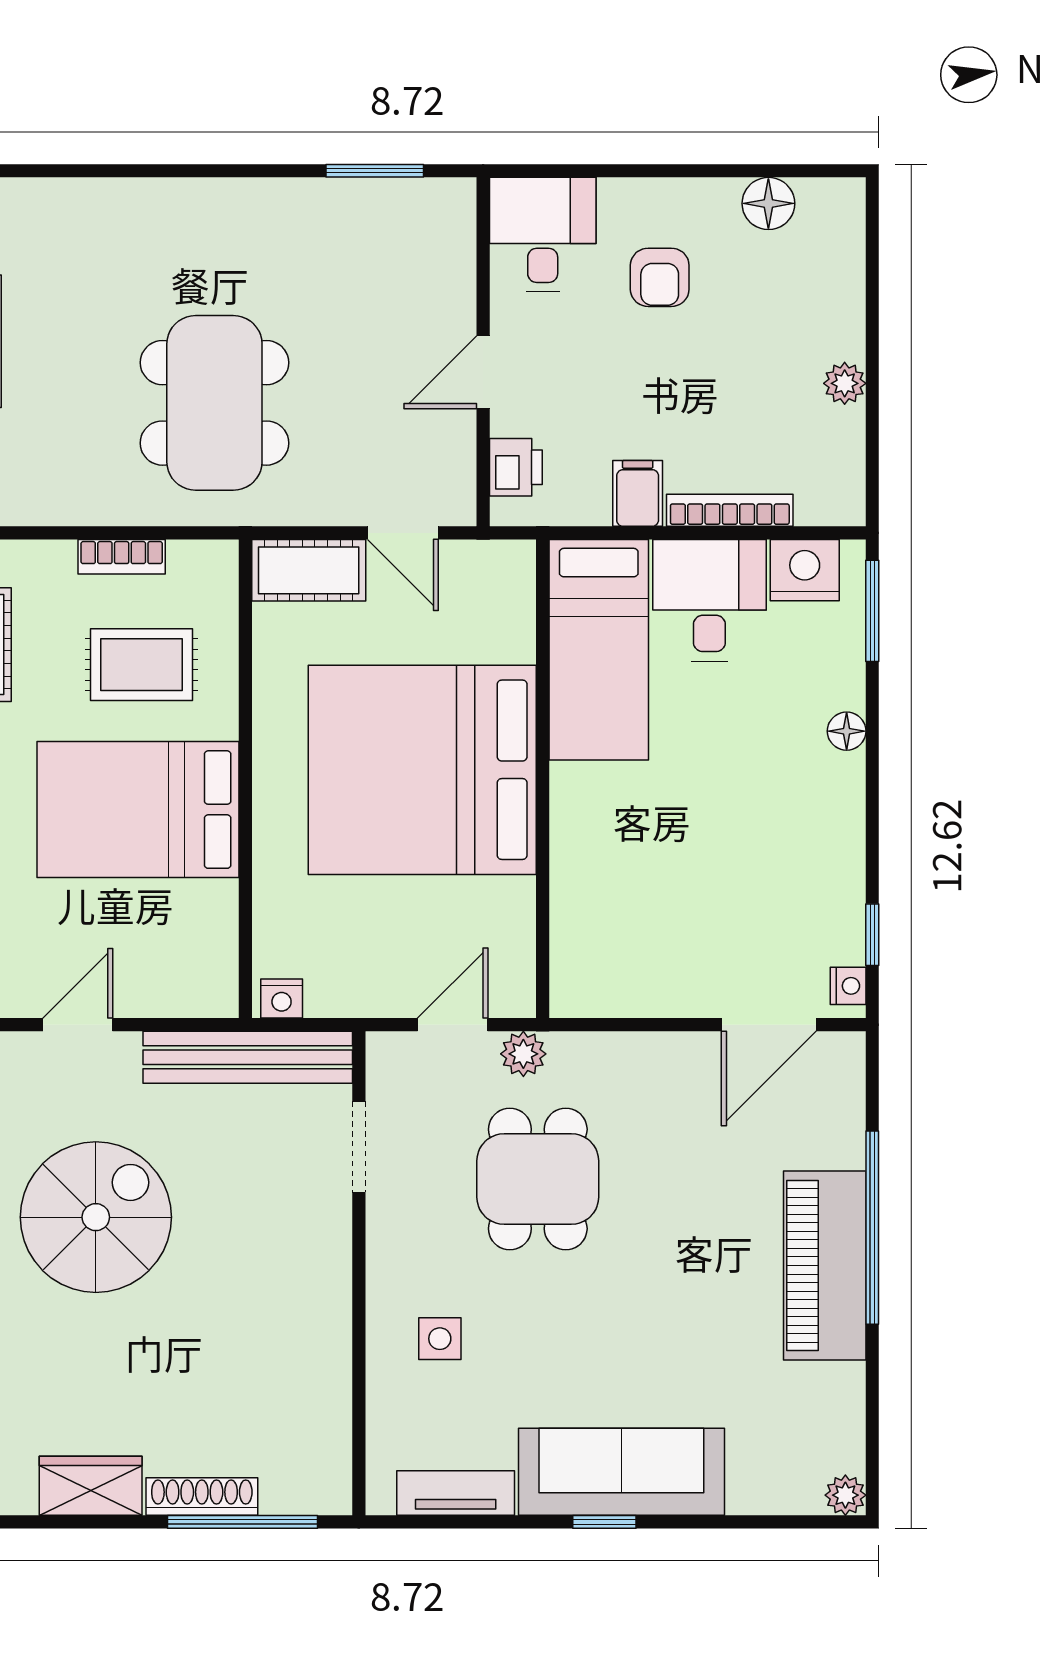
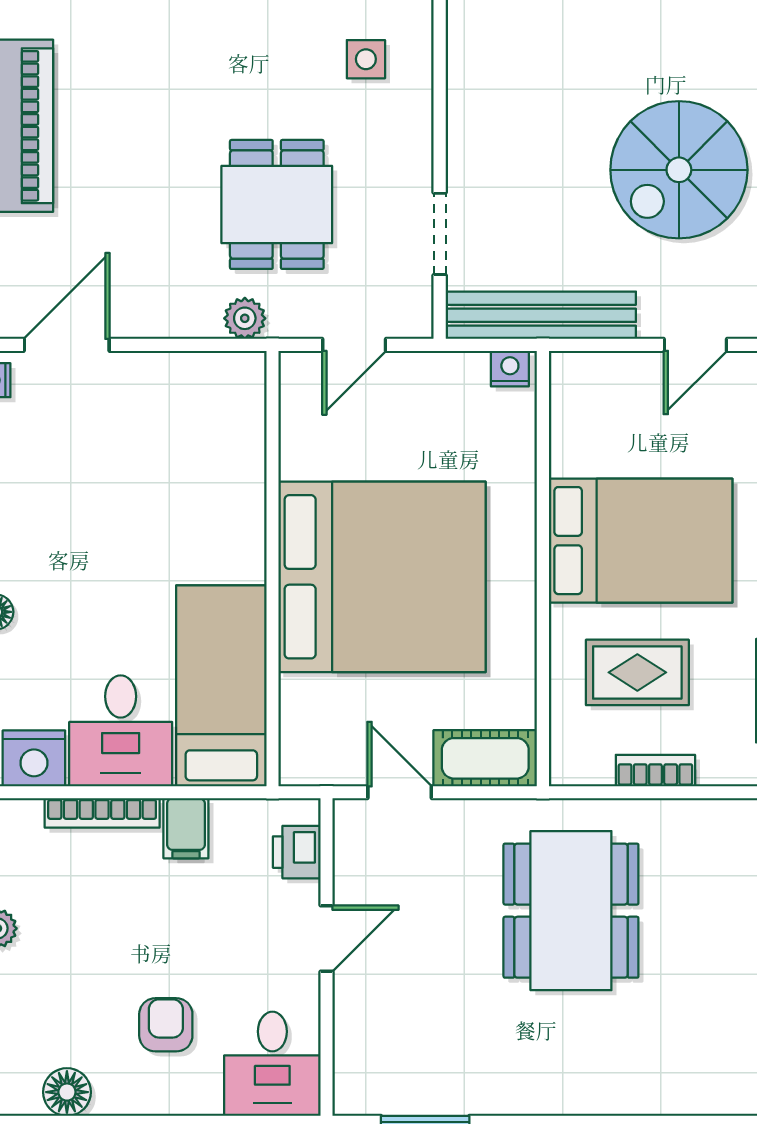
plant: (523, 1054) -> (245, 318), moved

